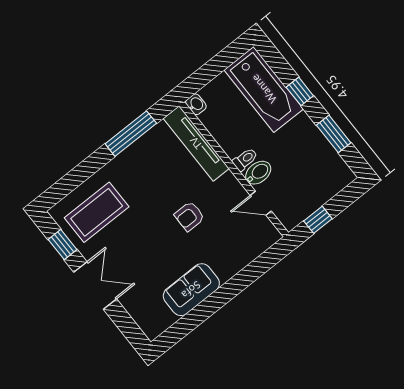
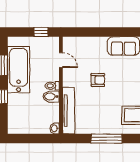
bathtub: (264, 89) -> (19, 70), moved
window: (131, 134) -> (106, 139), moved
bidet: (258, 173) -> (51, 97), moved

